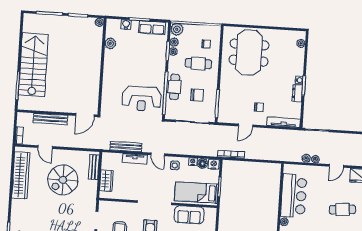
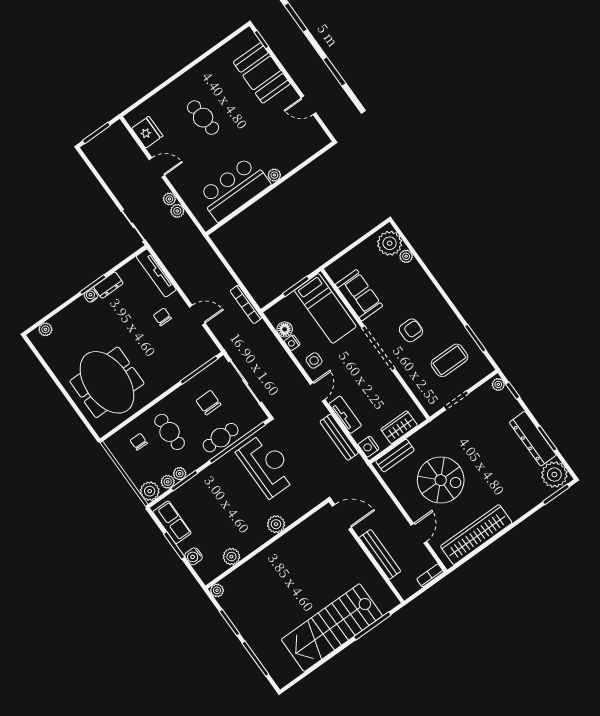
meeting table: (249, 53) -> (107, 382), turned 90
plant: (108, 79) -> (276, 524), added
nightstand: (214, 164) -> (369, 447), moved

